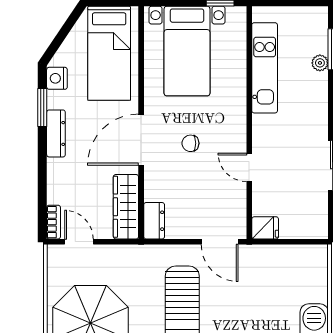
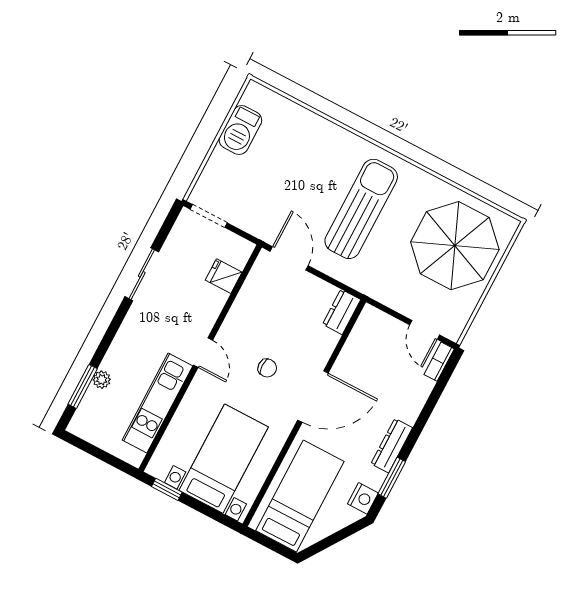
door: (249, 167) -> (203, 353), moved
wardrobe: (126, 207) -> (362, 340), removed
fridge: (265, 228) -> (224, 276), moved
doorway: (303, 242) -> (209, 216), added

